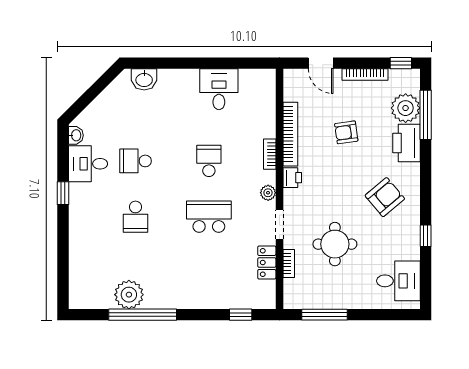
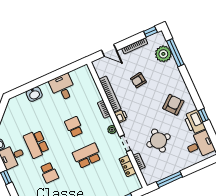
washbasin: (144, 79) -> (34, 94), moved
printer: (406, 143) -> (195, 122), moved
school desk: (135, 161) -> (36, 144), width x1.85

